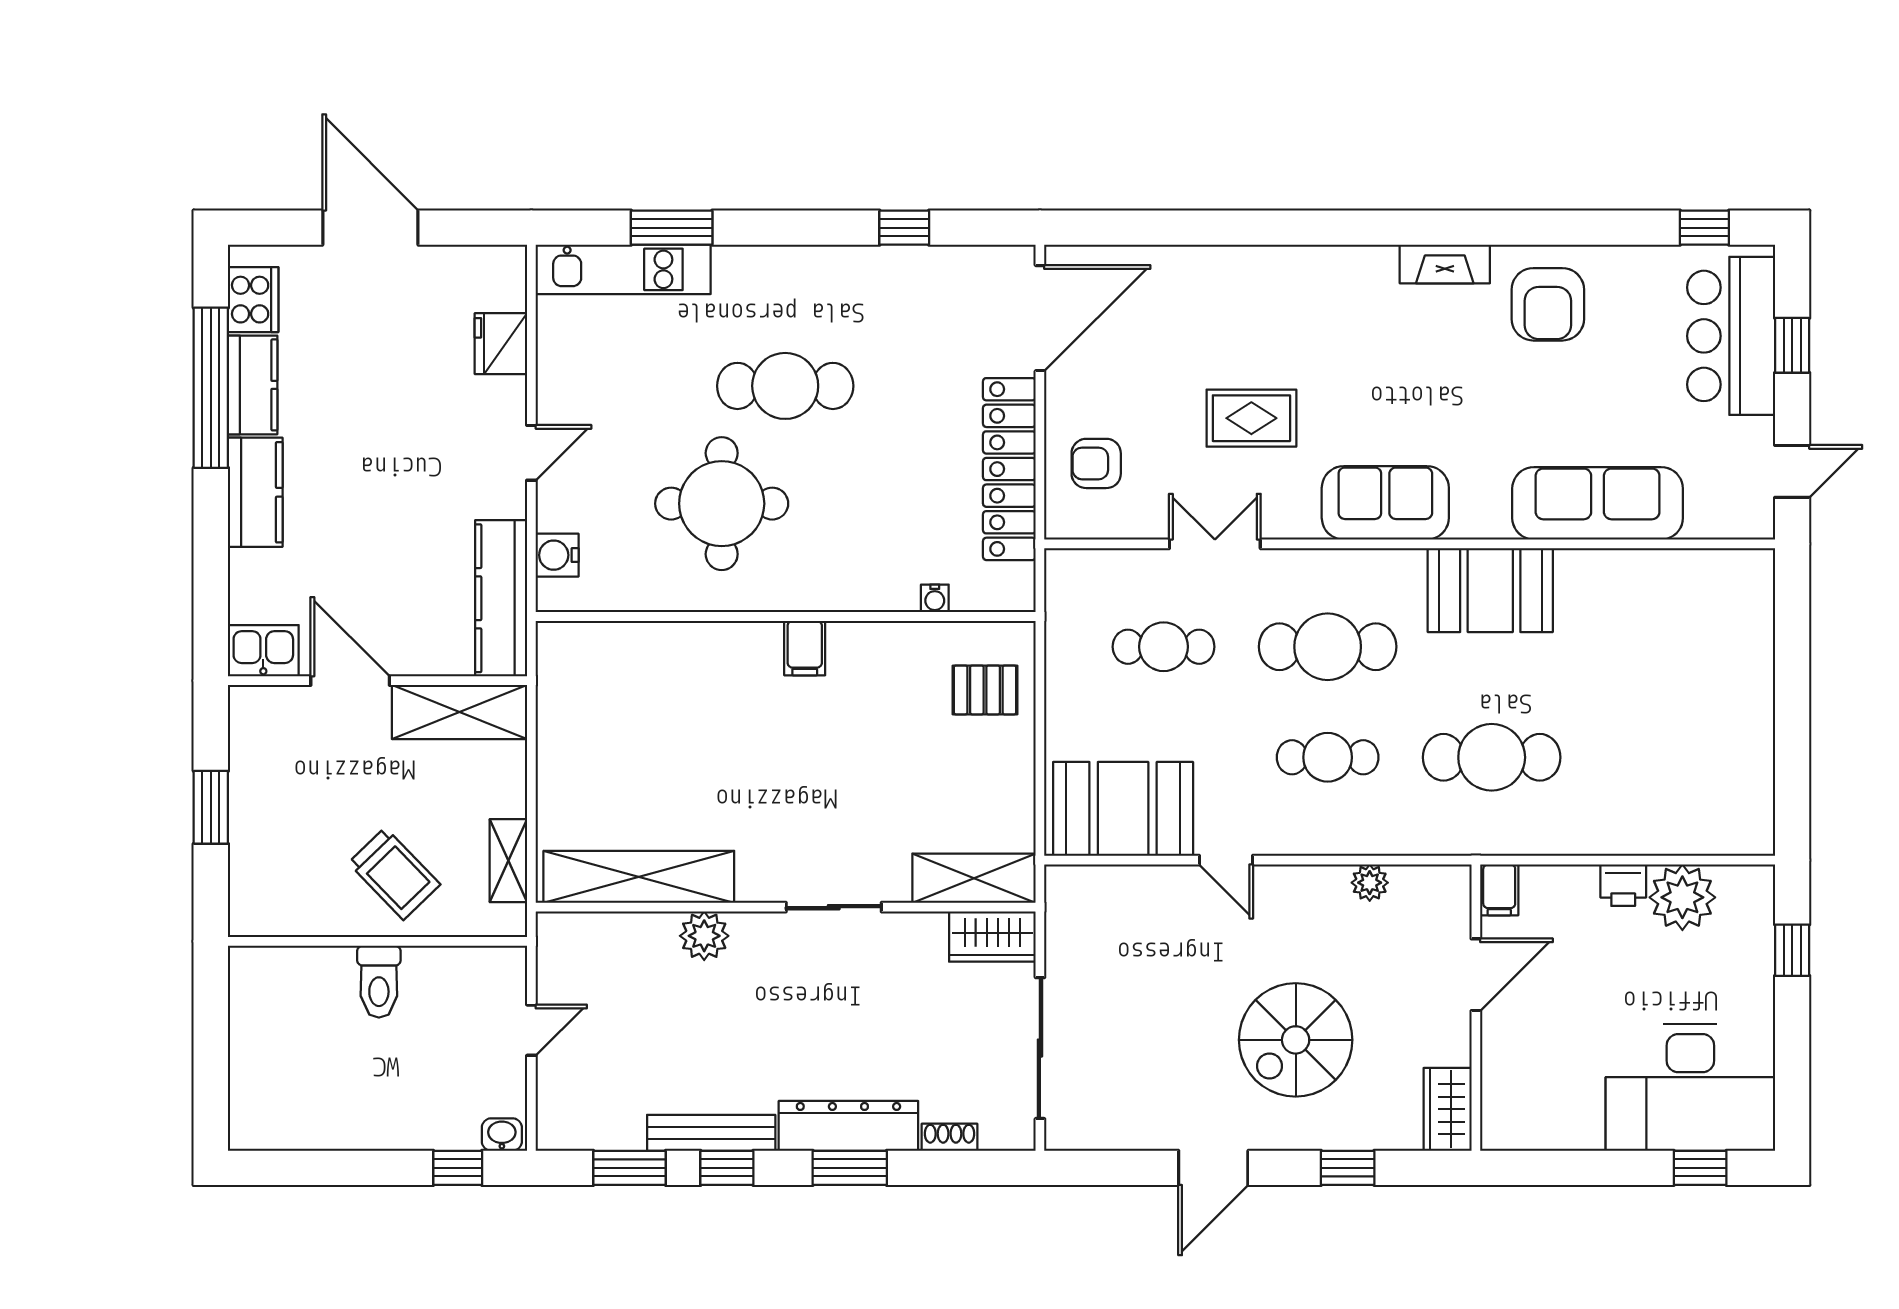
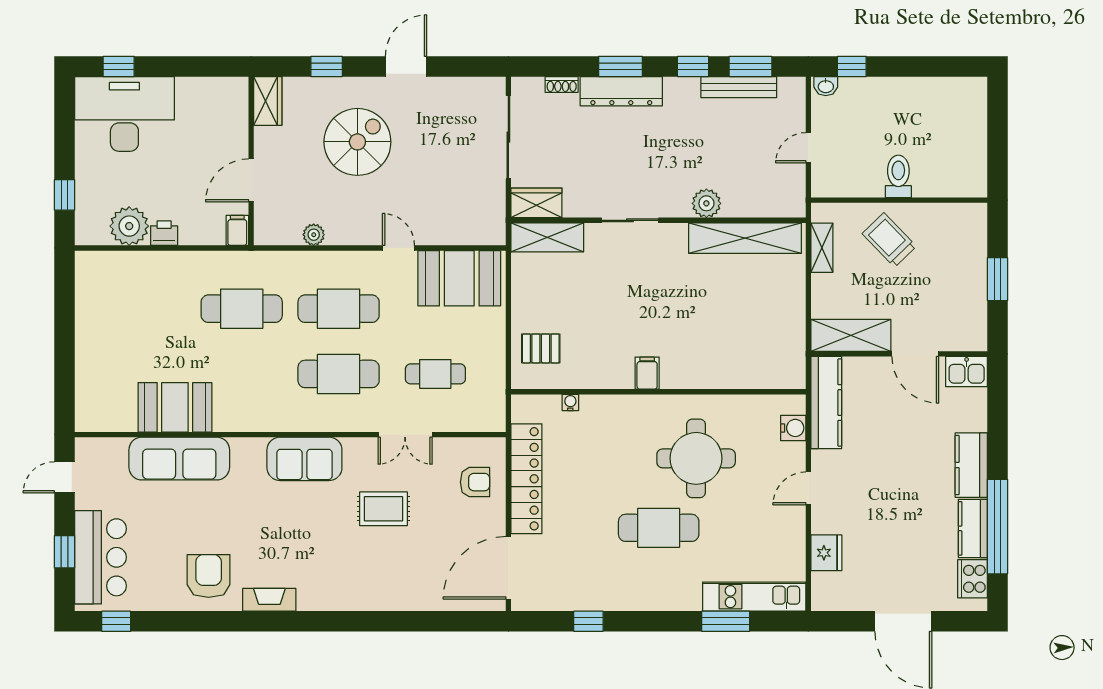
booth: (1490, 590) -> (175, 407), moved
cafe table: (1328, 757) -> (339, 309), width x1.37, depth x1.35
bench: (711, 1133) -> (739, 87), moved

